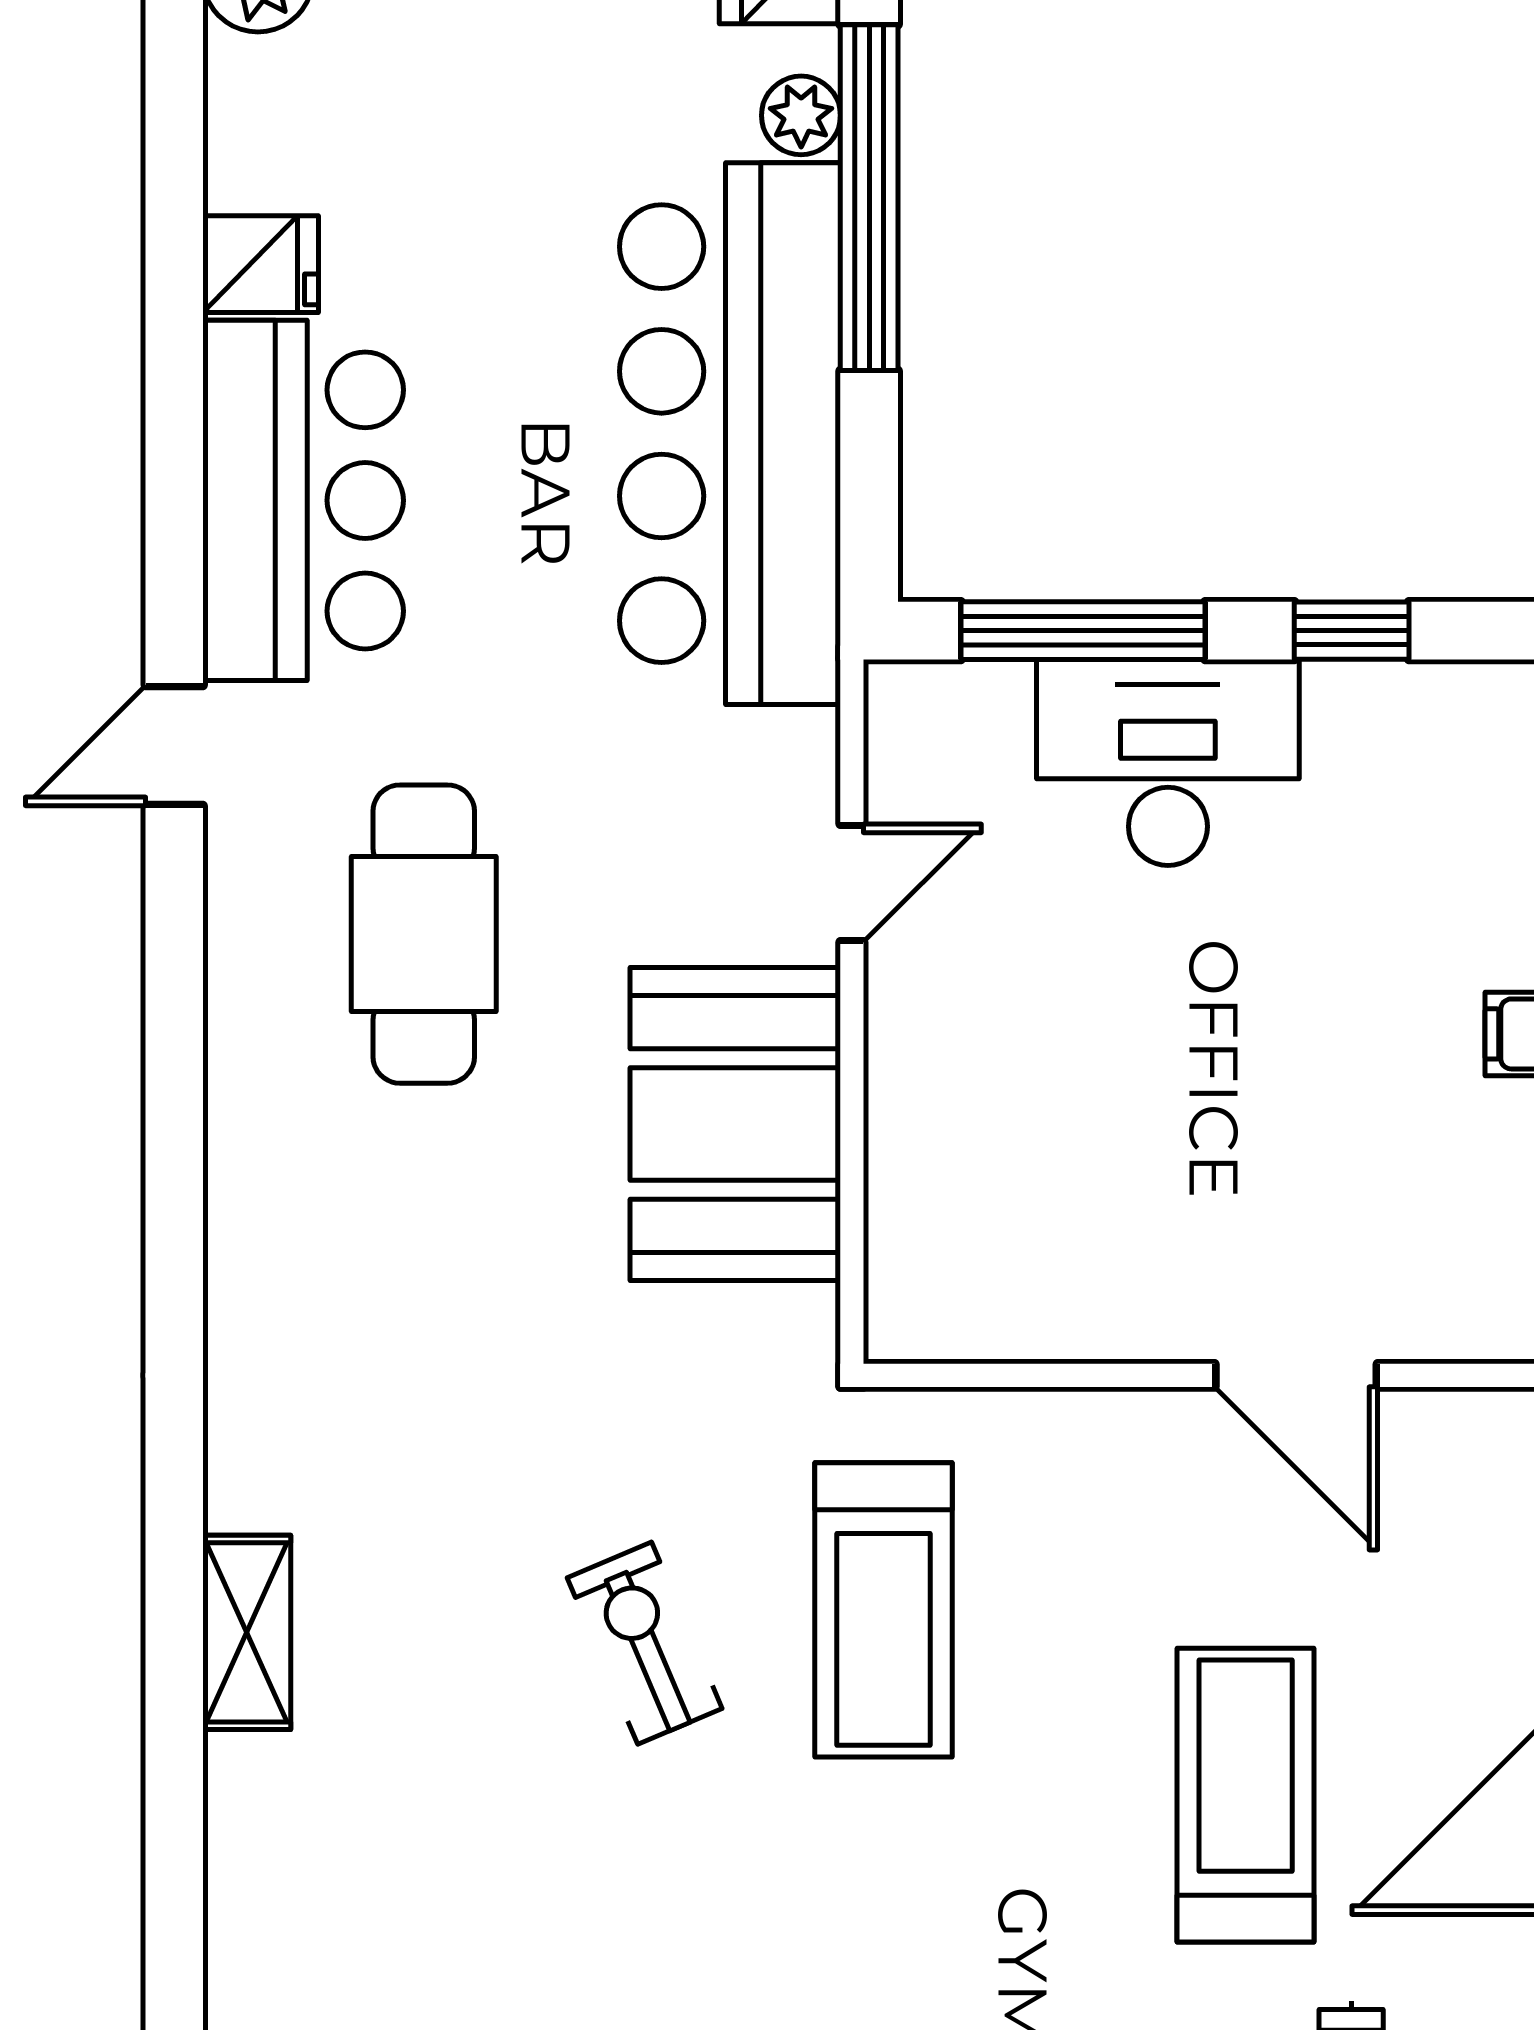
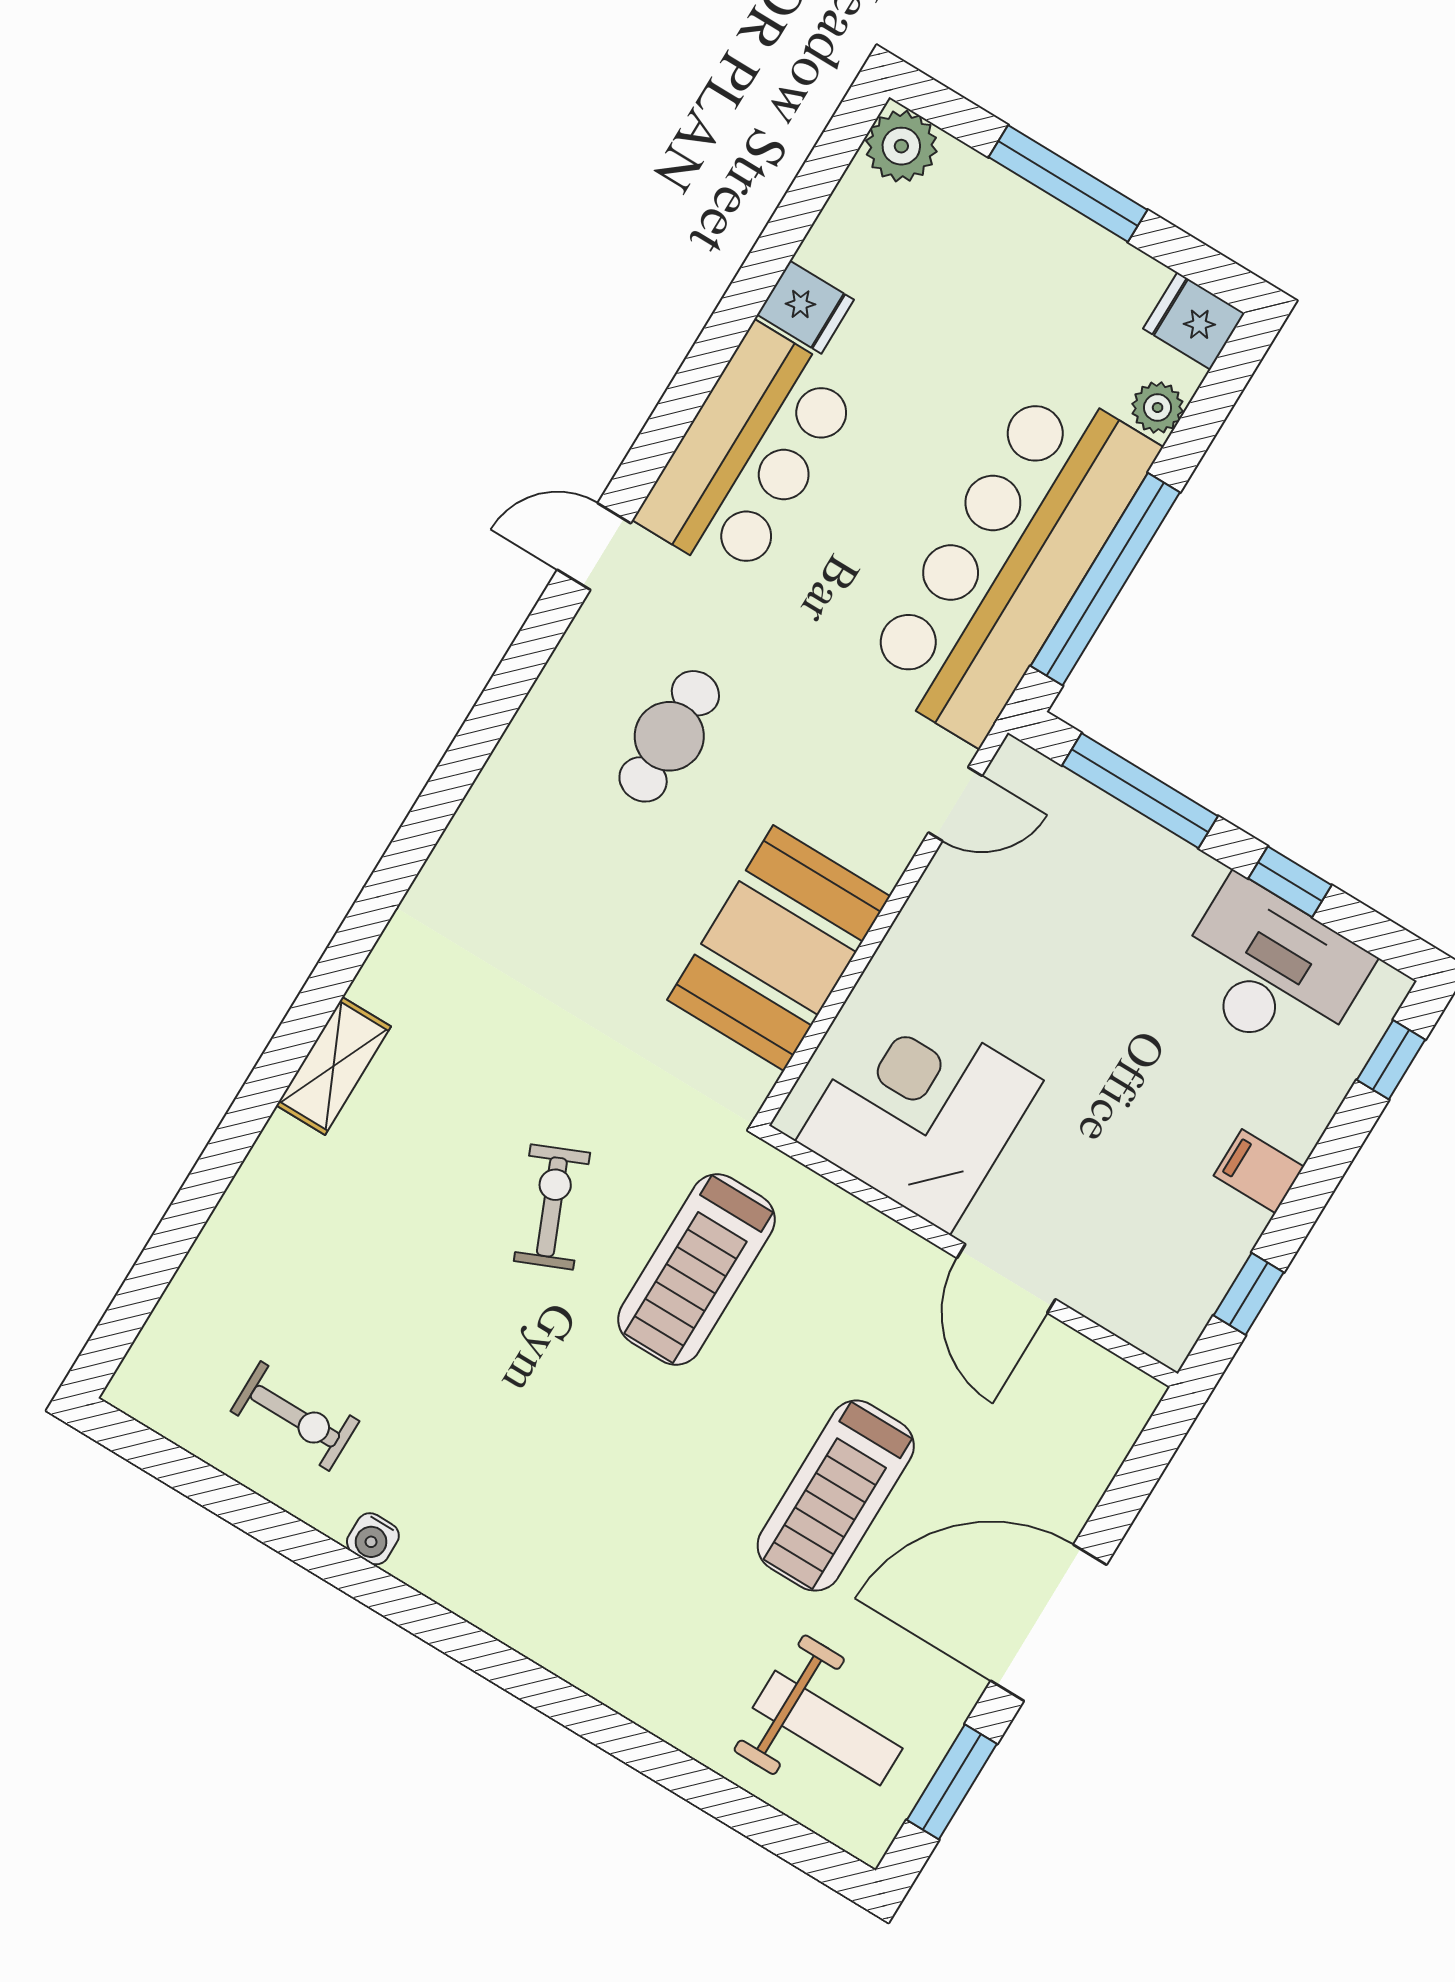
window: (869, 198) -> (1105, 579), moved
desk: (1168, 762) -> (1271, 971), moved
door: (852, 883) -> (955, 804), moved
cafe table: (424, 934) -> (669, 736), width x0.73, depth x0.74
corner desk: (1049, 1225) -> (920, 1111), added
treadmill: (1246, 1795) -> (836, 1496), turned 180

